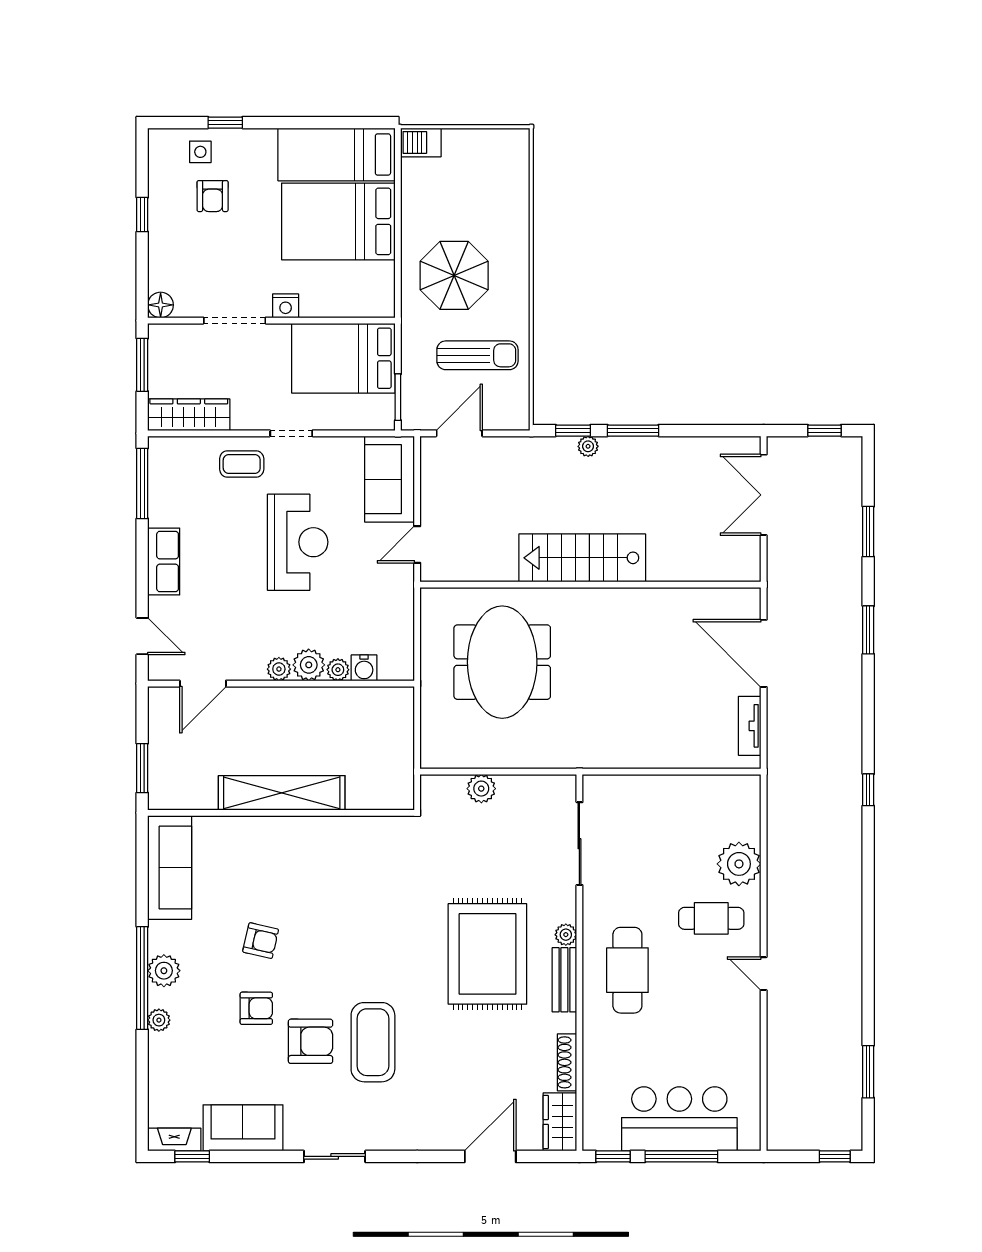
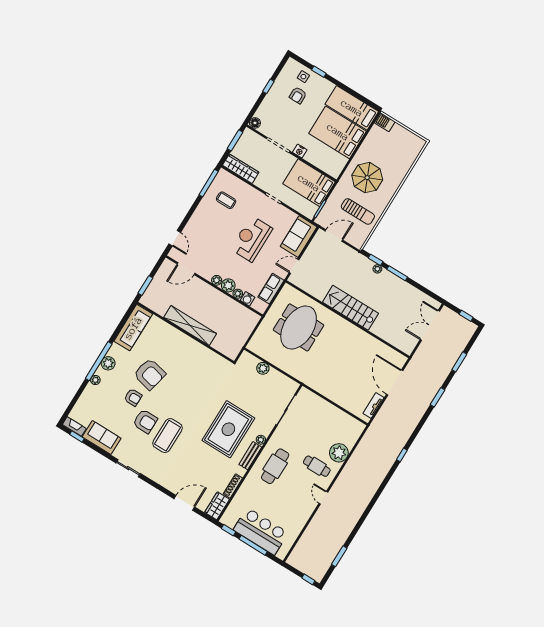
coffee table: (242, 464) -> (226, 200), moved
reception desk: (298, 542) -> (252, 239), turned 180
row of seats: (164, 562) -> (271, 289), moved, turned 180
armchair: (261, 941) -> (150, 374), width x1.88, depth x1.88

